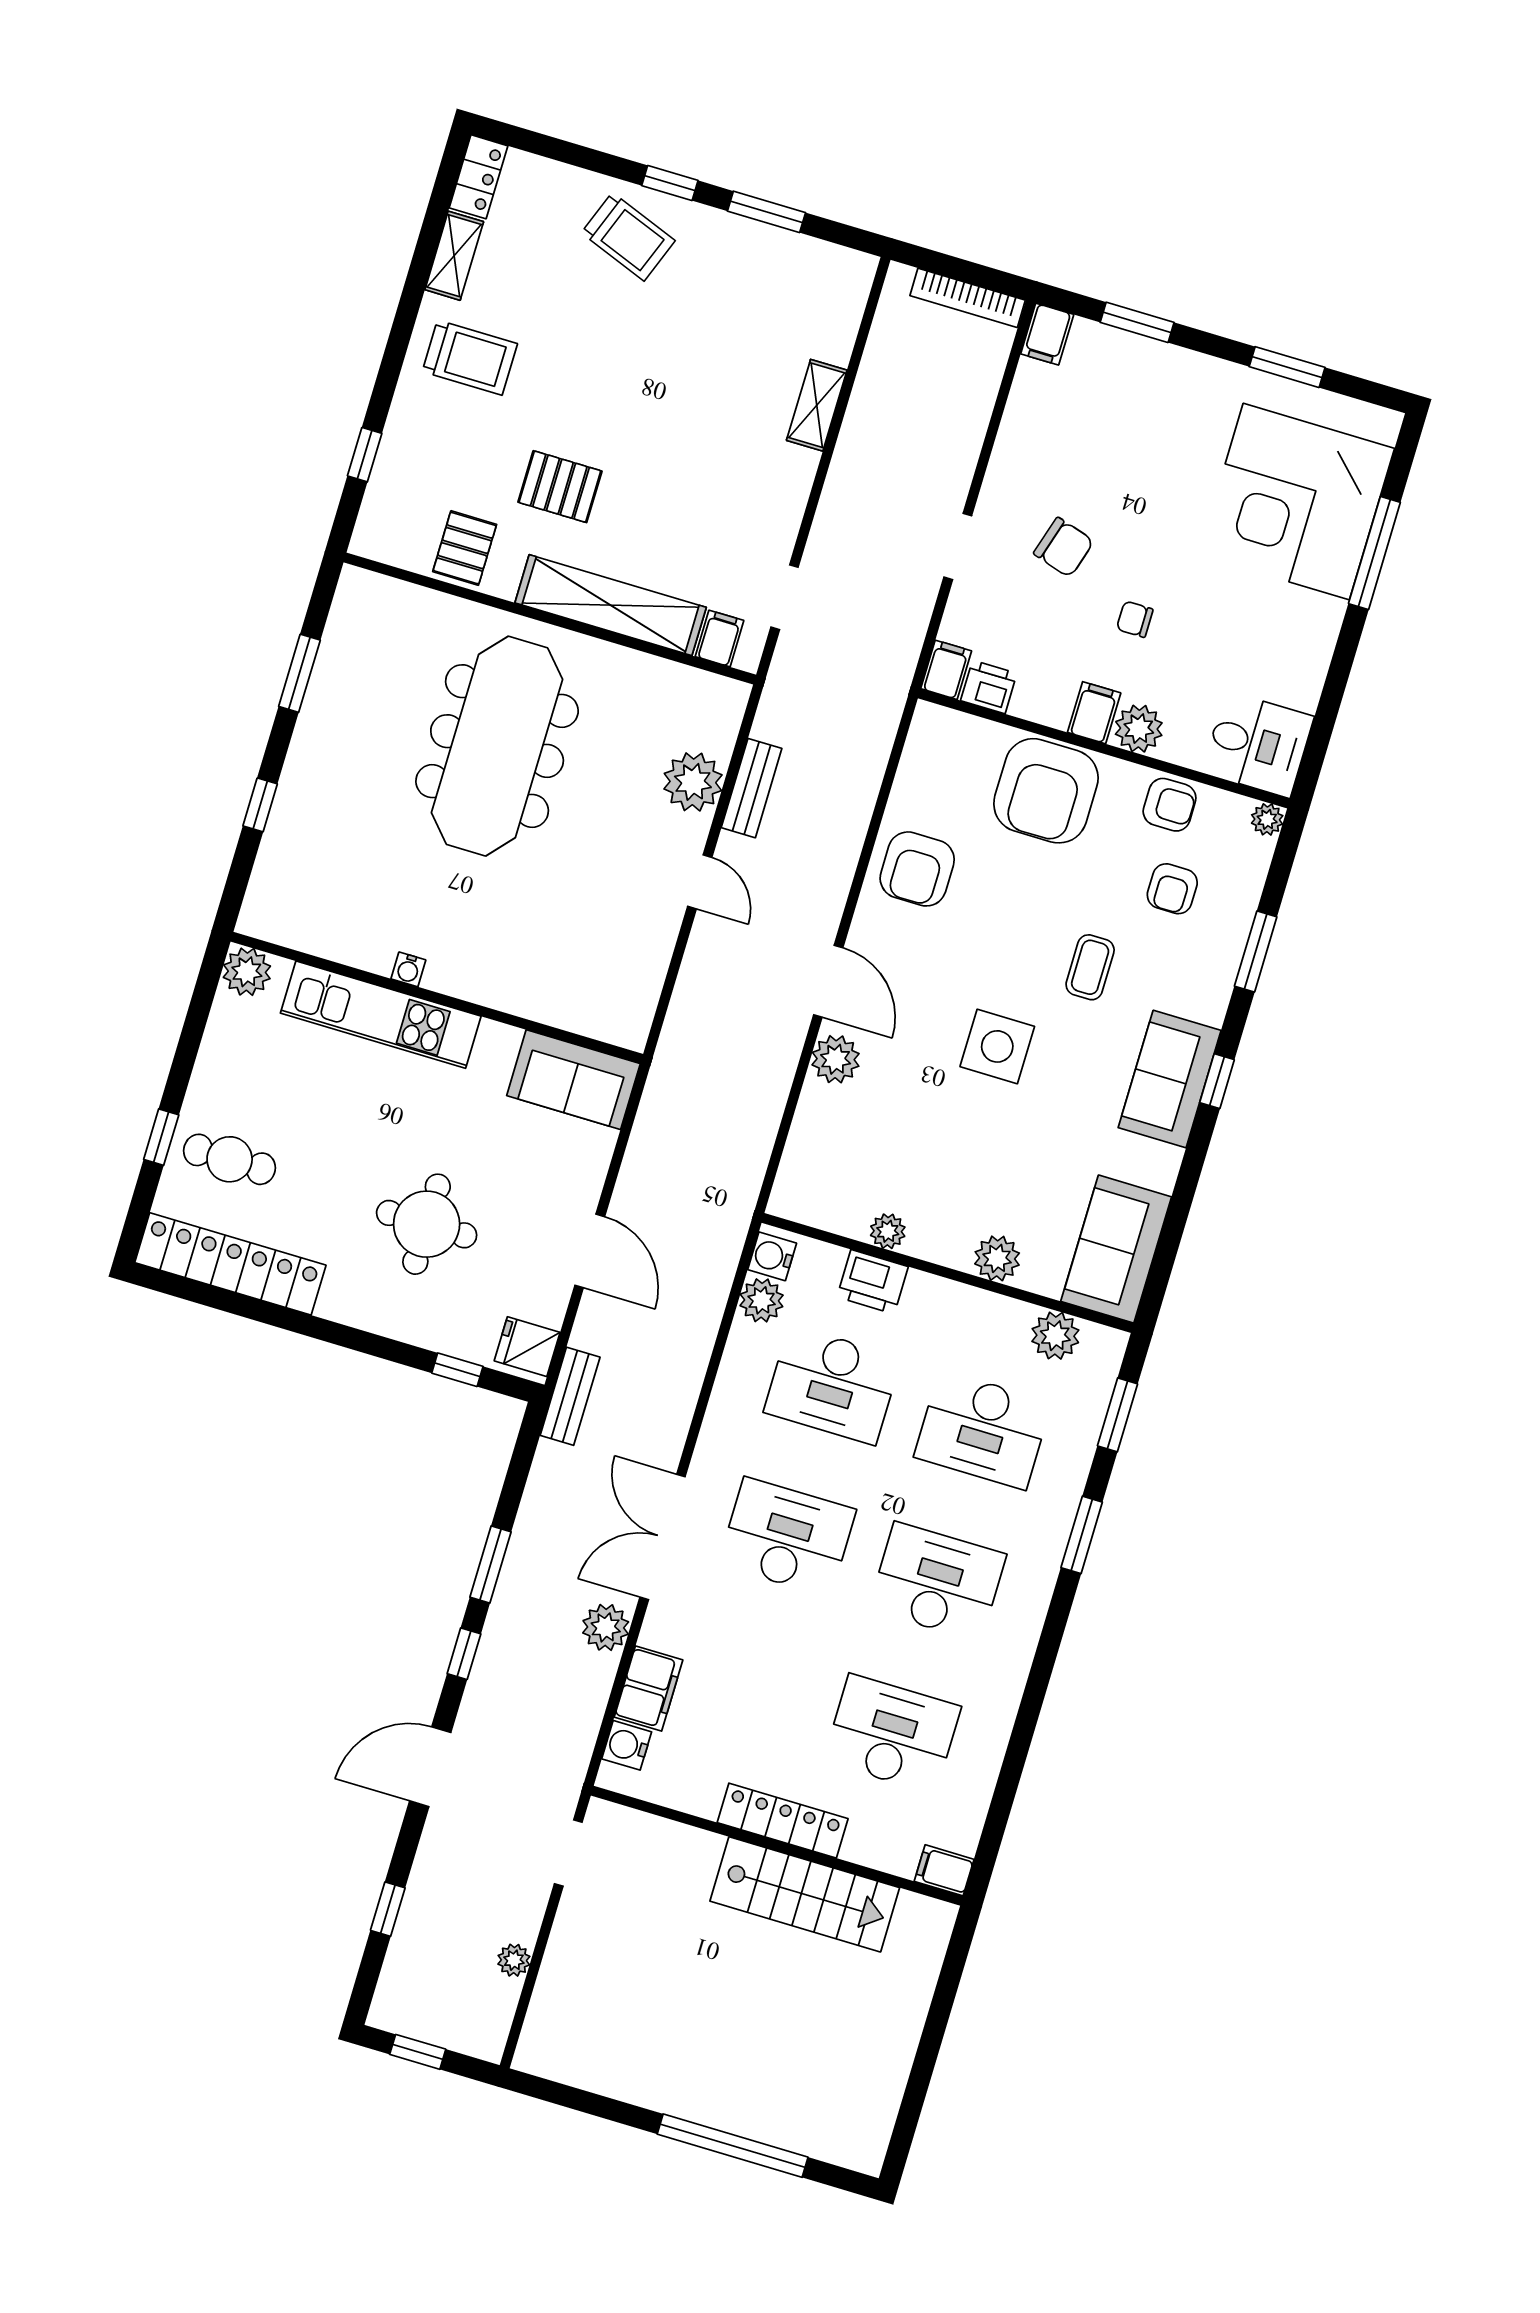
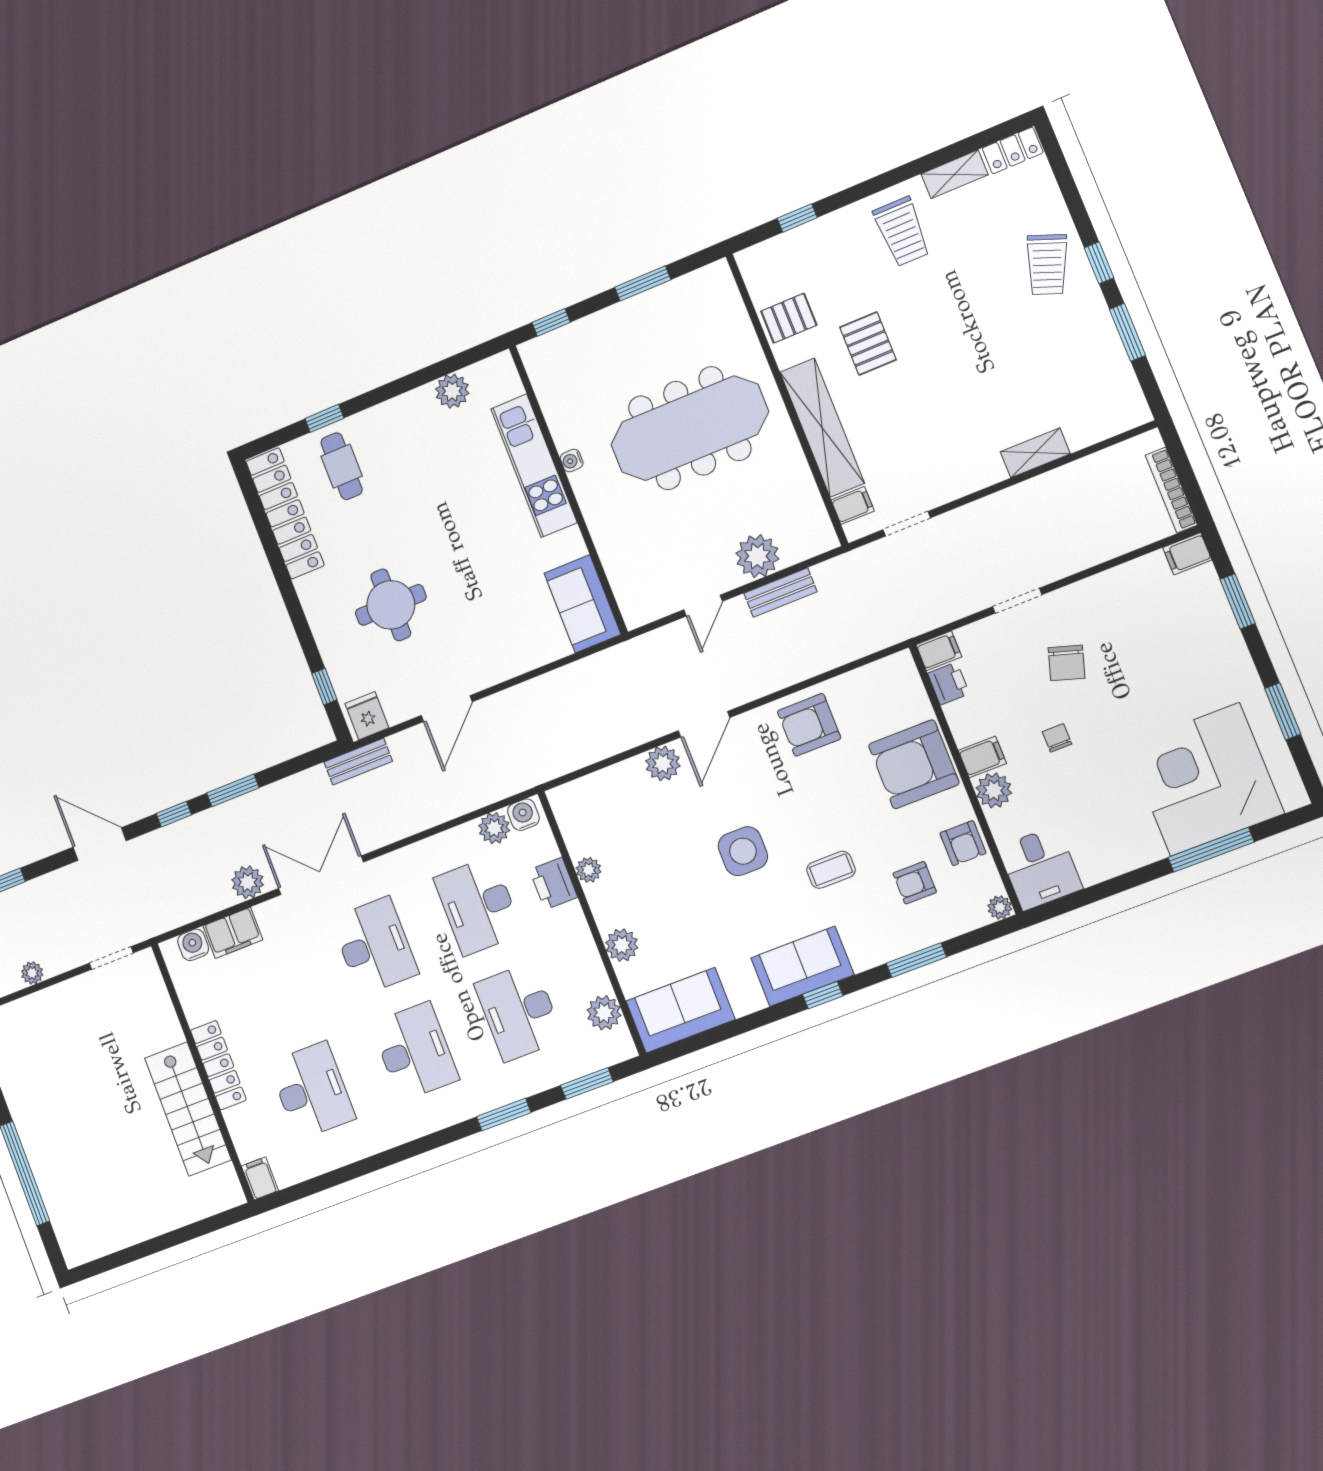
water cooler: (408, 969) -> (572, 461), moved
wall: (437, 998) -> (568, 489), moved
kitchen unit: (381, 1015) -> (534, 466), moved
sofa: (573, 1080) -> (583, 604), moved

